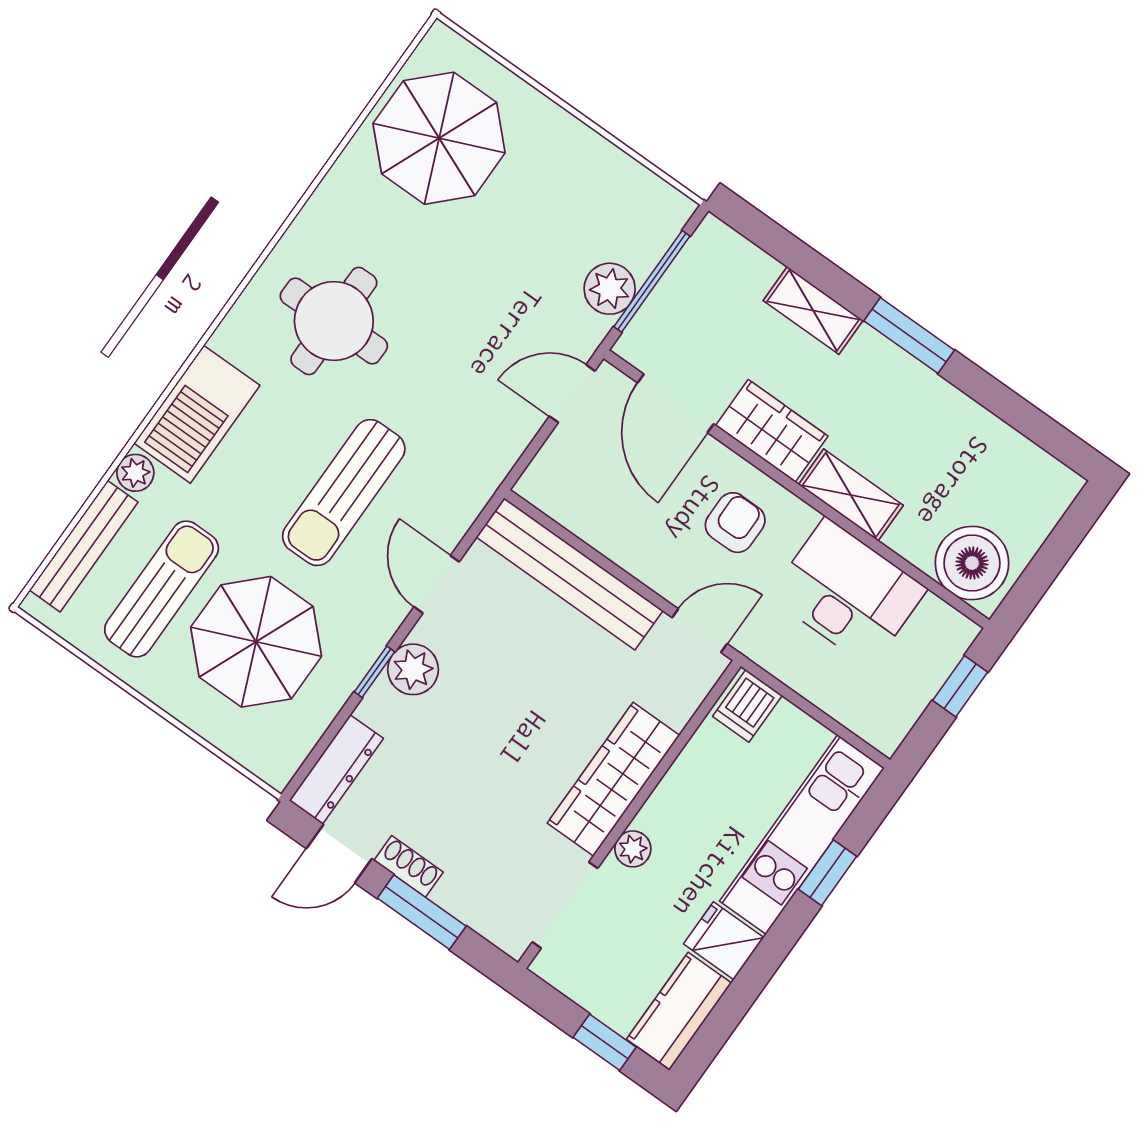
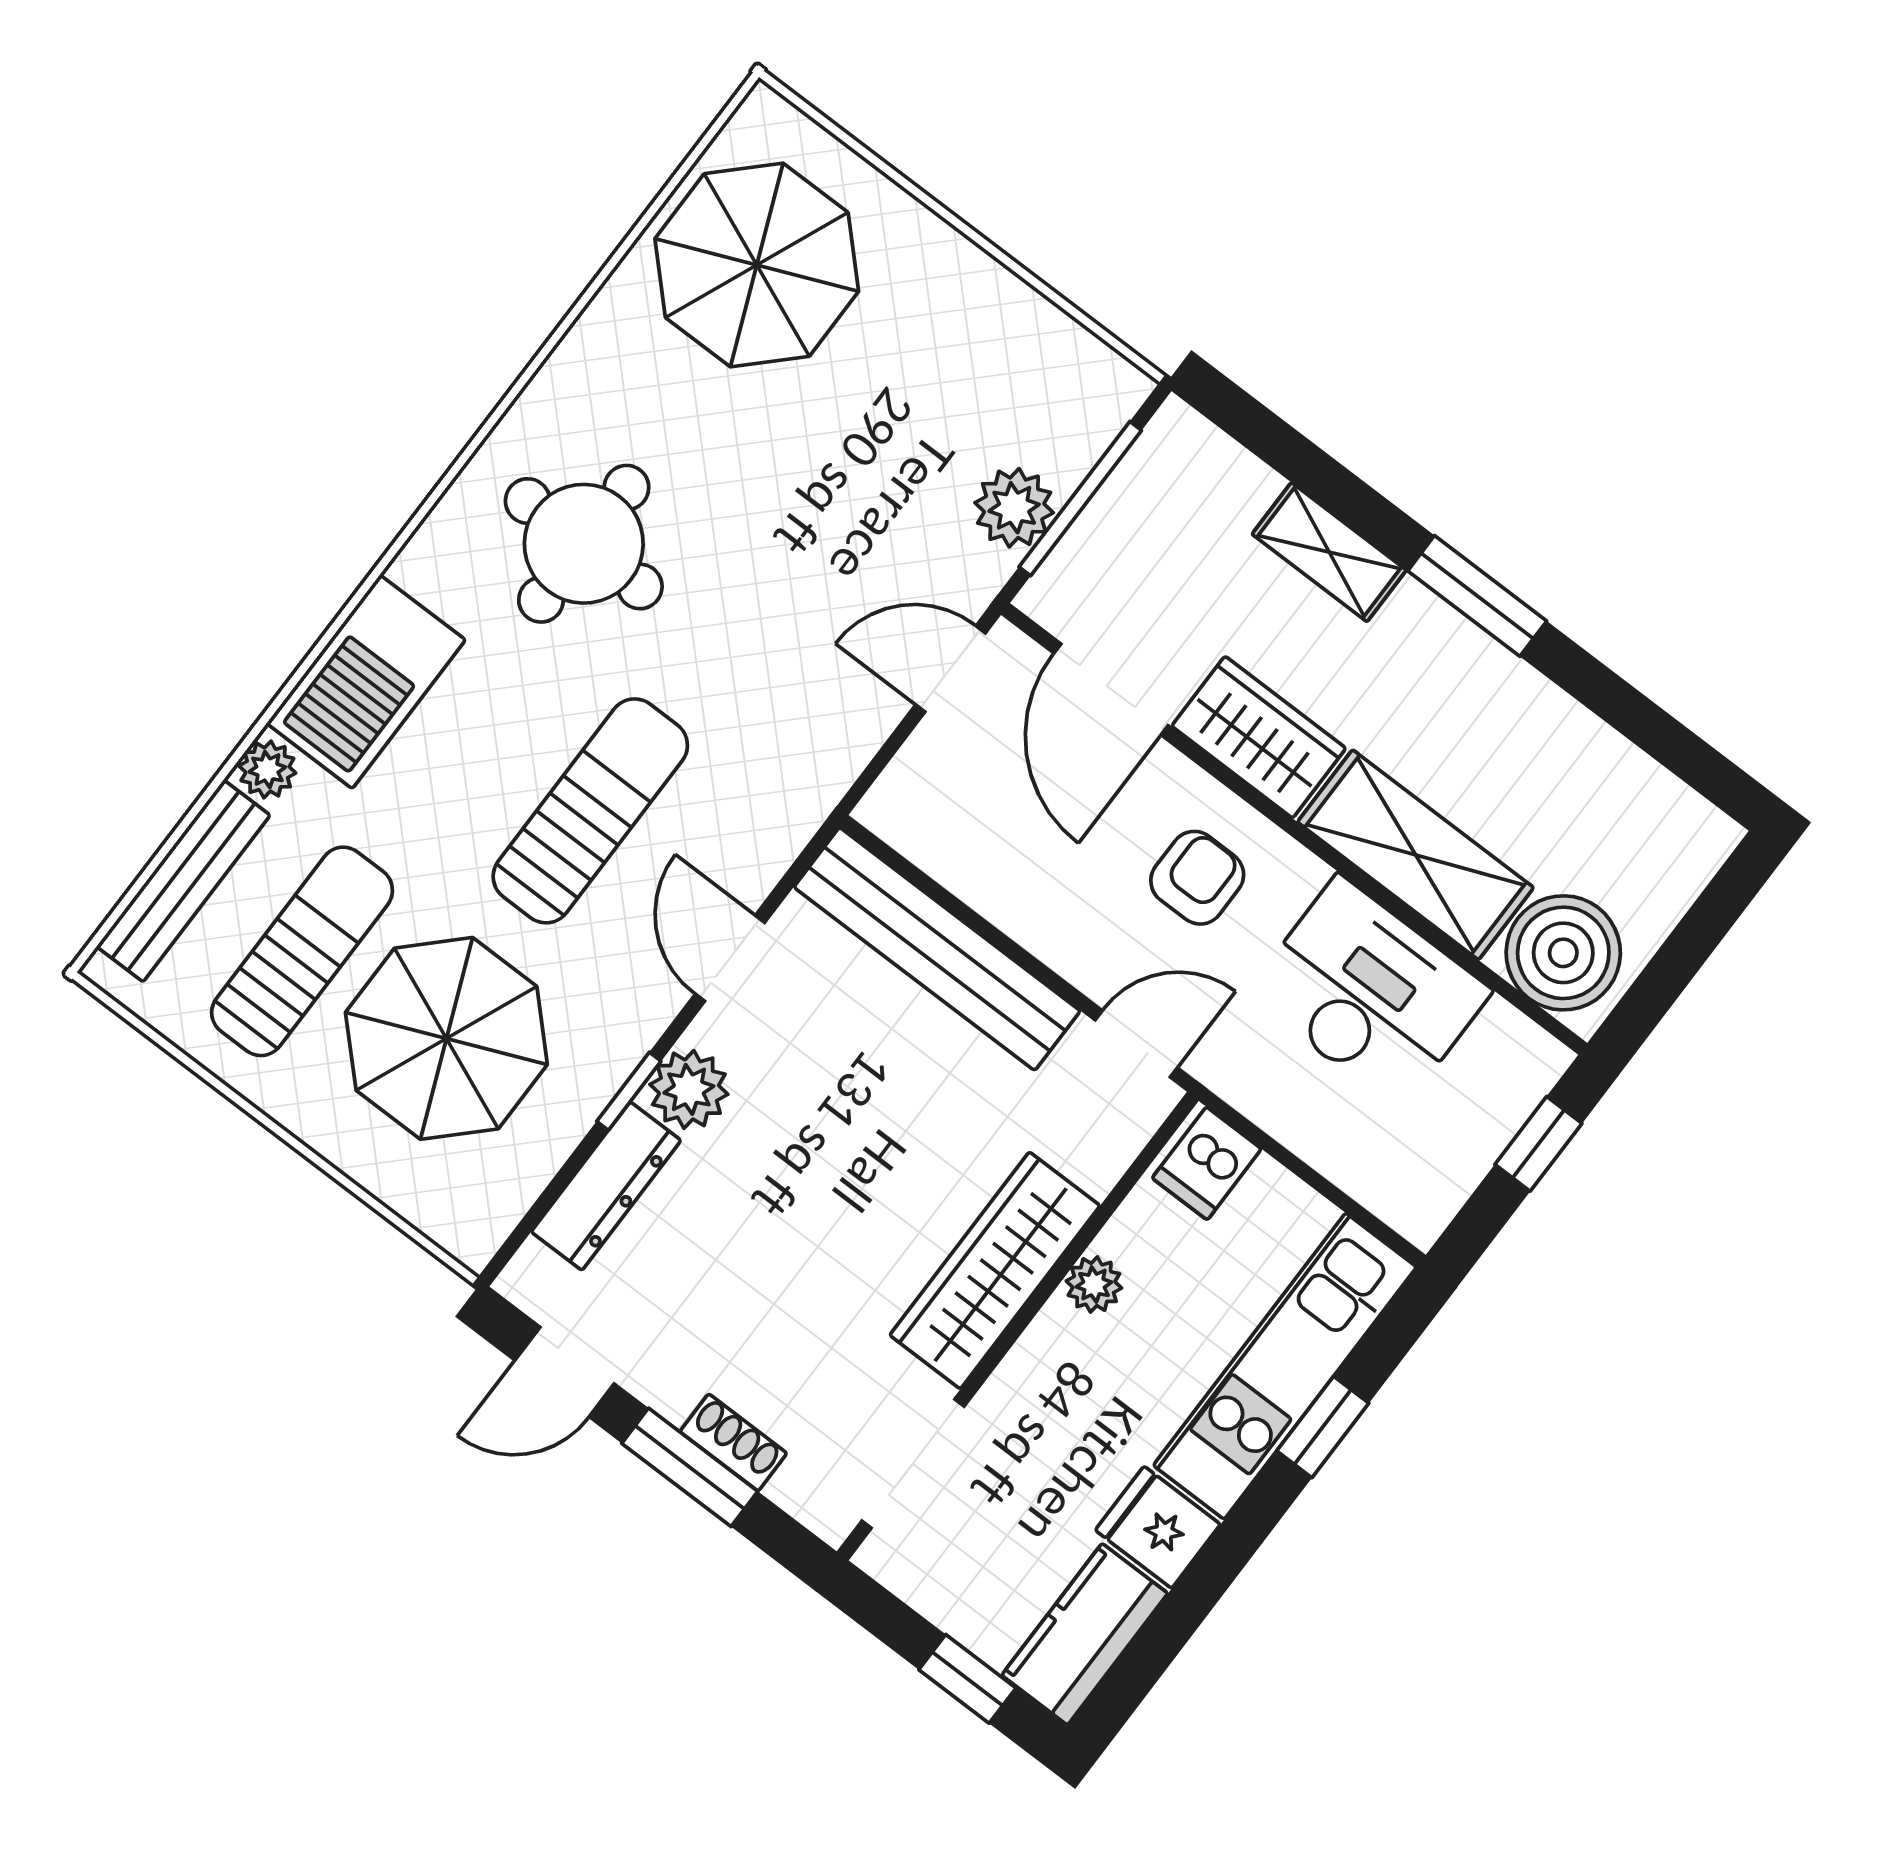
sun lounger: (344, 493) -> (590, 811), turned 180
shelving: (851, 495) -> (1416, 855), width x1.50, depth x1.33
dresser: (336, 769) -> (606, 1186), moved
plant: (633, 849) -> (1094, 1285), moved
shoe rack: (409, 866) -> (733, 1442), moved

